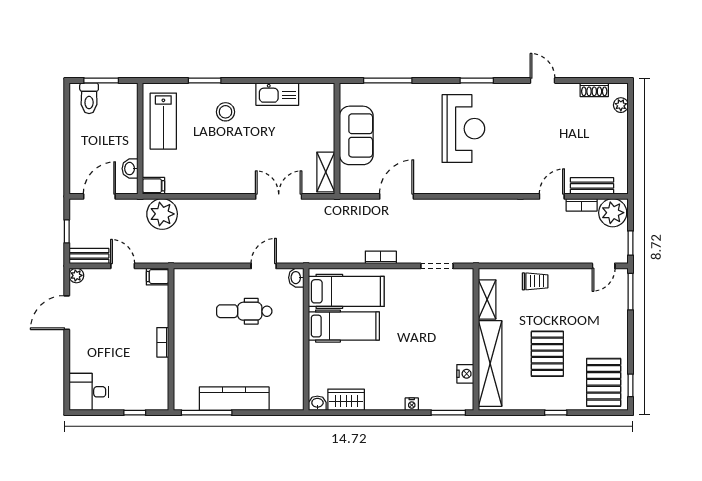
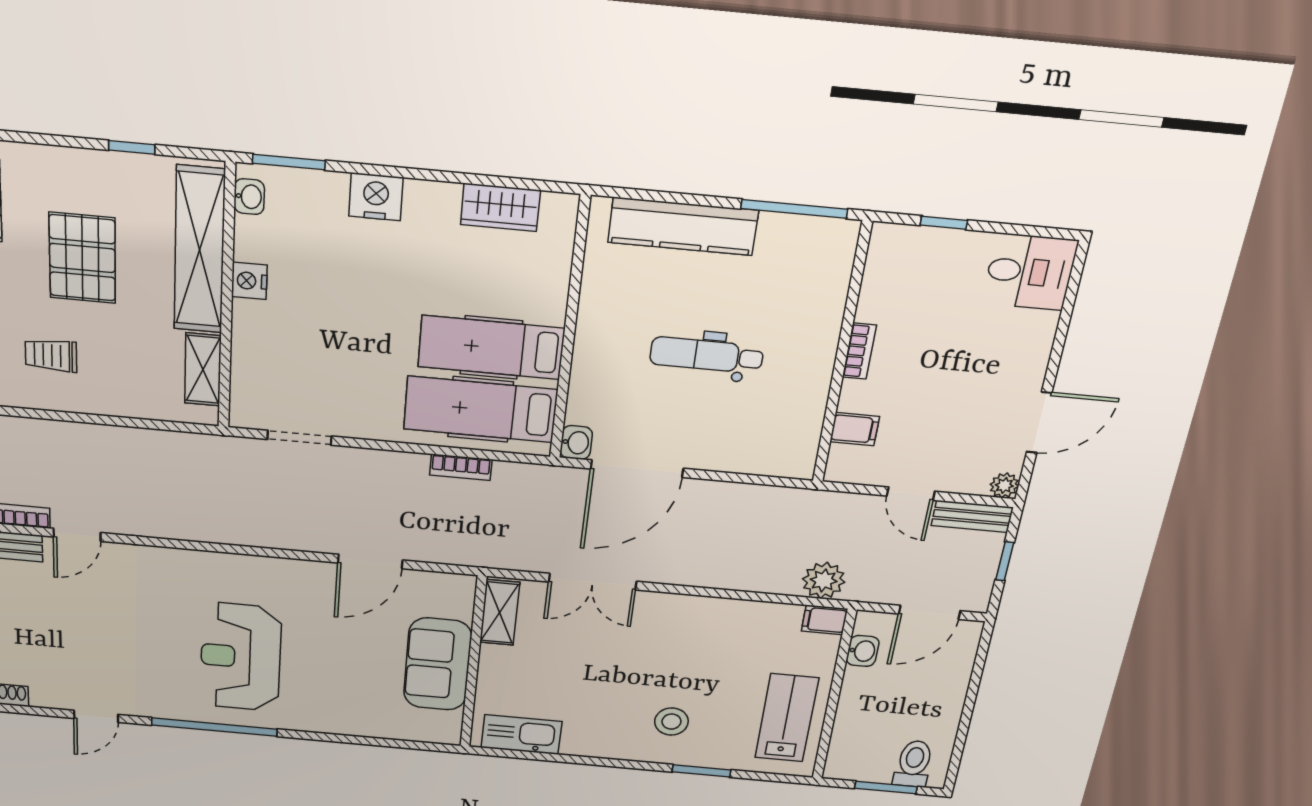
window: (388, 81) -> (374, 741), removed
window: (477, 81) -> (214, 727), width x2.11
door: (543, 81) -> (96, 716), hinge flipped
kitchen sink: (277, 94) -> (521, 735), moved
plant: (162, 214) -> (824, 580), width x0.73, depth x0.73
bookcase: (381, 257) -> (461, 467), moved
door: (264, 266) -> (637, 469), width x1.88
filing cabinet: (158, 277) -> (855, 429), moved
trolley: (535, 281) -> (51, 355), moved
dental chair: (244, 311) -> (707, 355), moved, turned 180
nightstand: (465, 374) -> (249, 281), moved
kitchen counter: (234, 399) -> (683, 226), moved
washbasin: (317, 403) -> (249, 197), moved, turned -90
nightstand: (412, 404) -> (376, 197), width x1.89, depth x1.79
window: (556, 413) -> (132, 147), moved

